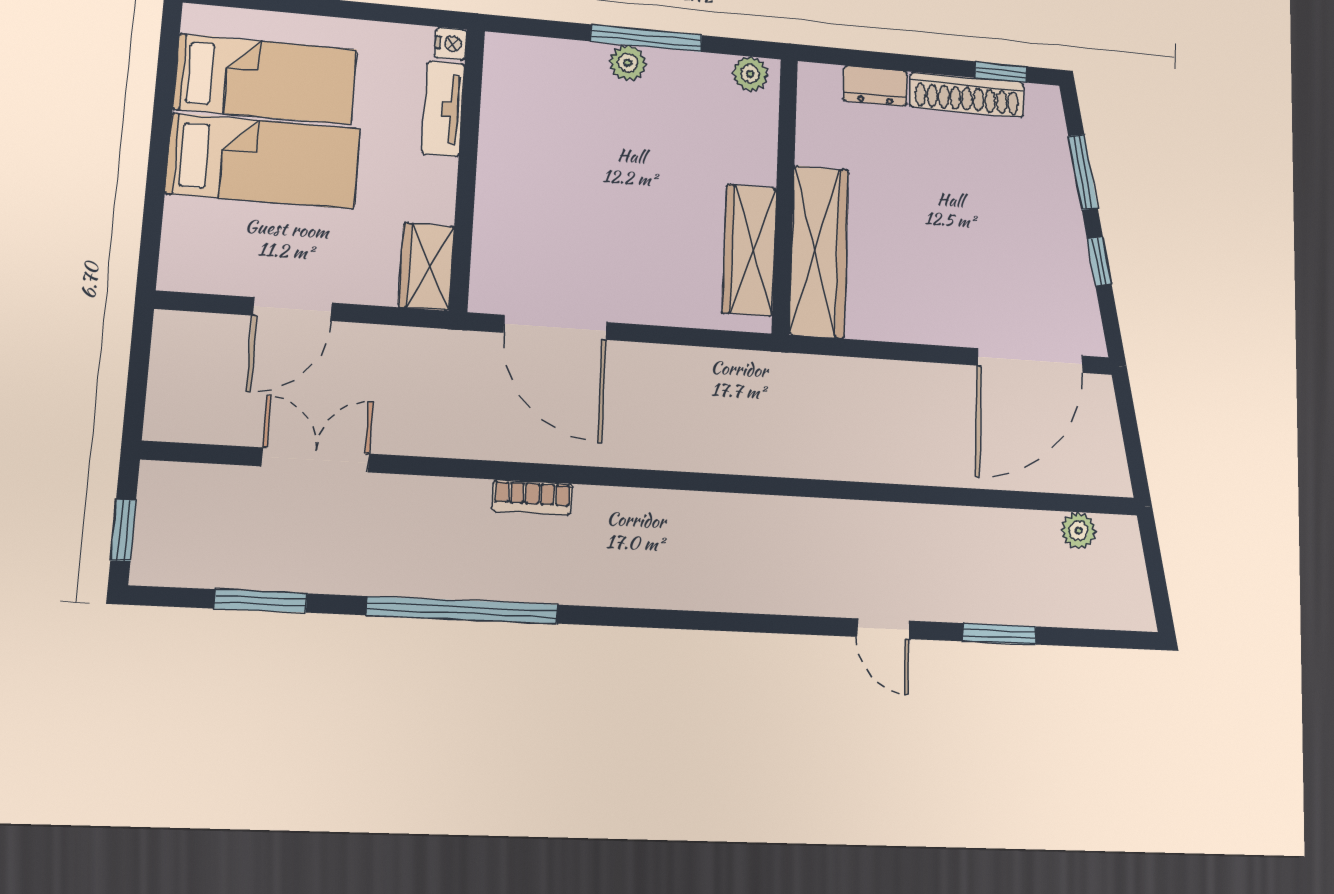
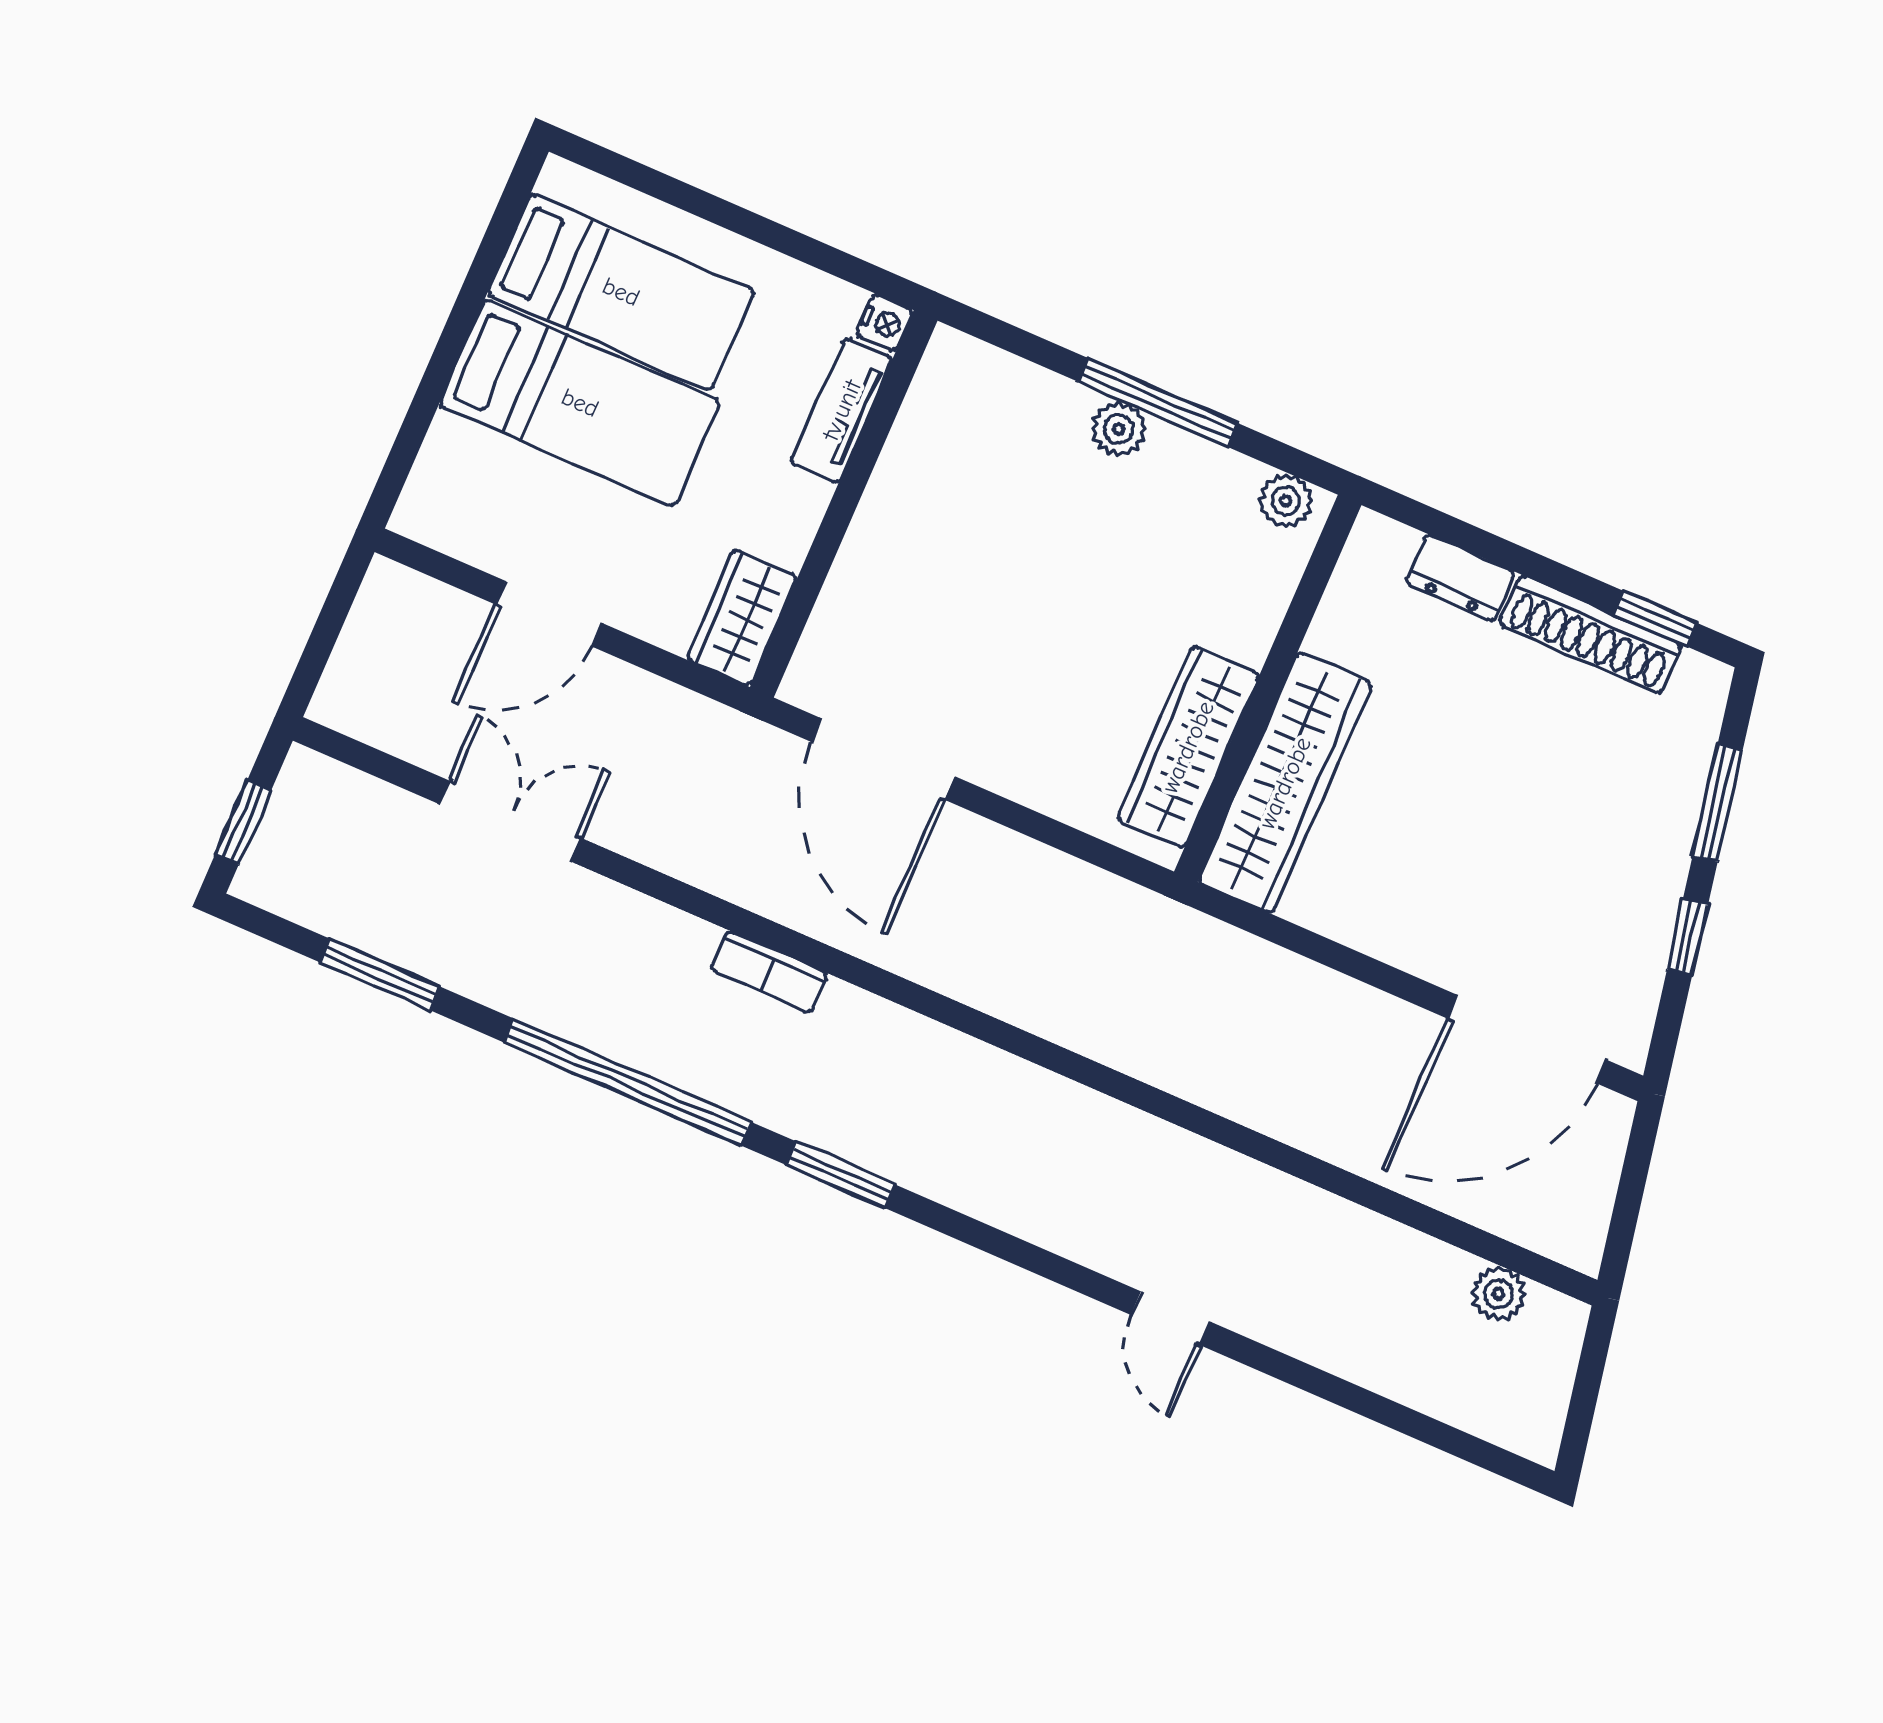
window: (999, 634) -> (841, 1175), moved

